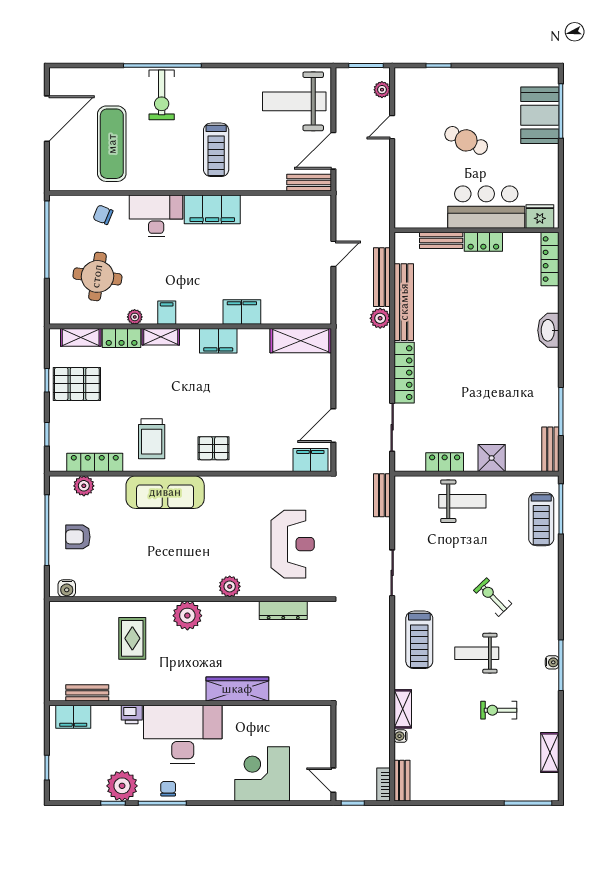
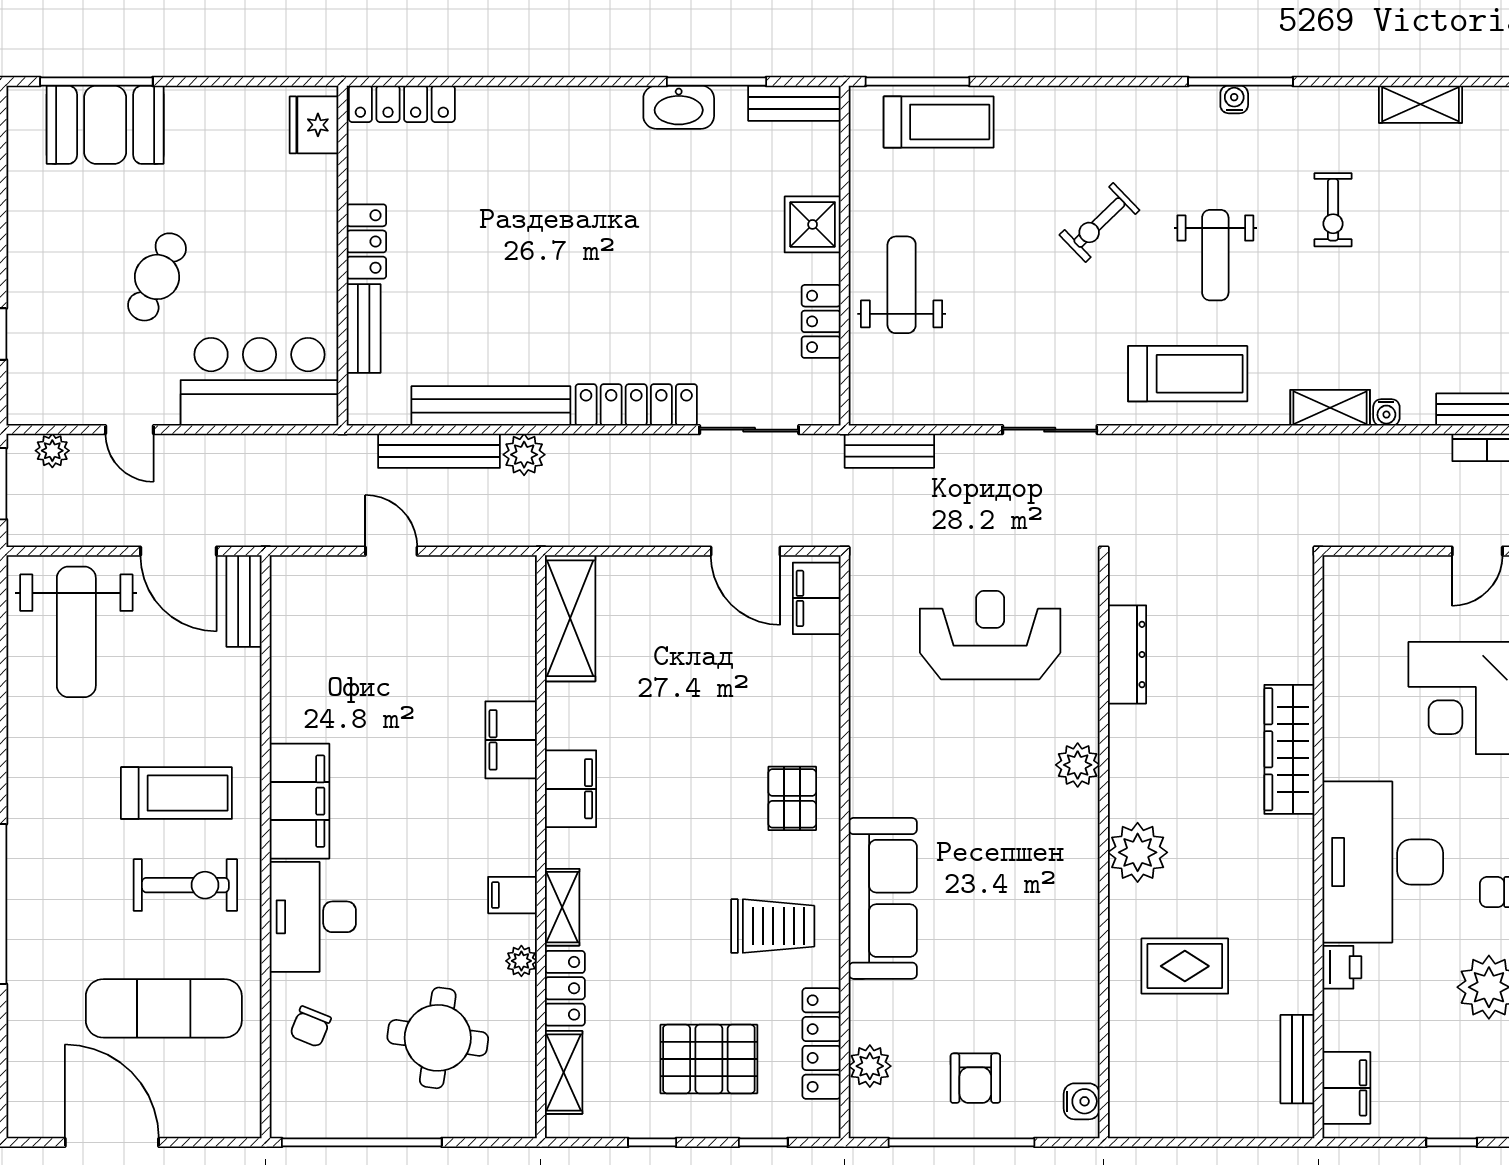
exercise bike: (162, 95) -> (185, 885), moved
bar counter: (486, 207) -> (259, 382), moved, turned 90
washbasin: (548, 330) -> (679, 107), moved
pallet: (77, 384) -> (709, 1059), moved, turned 90

